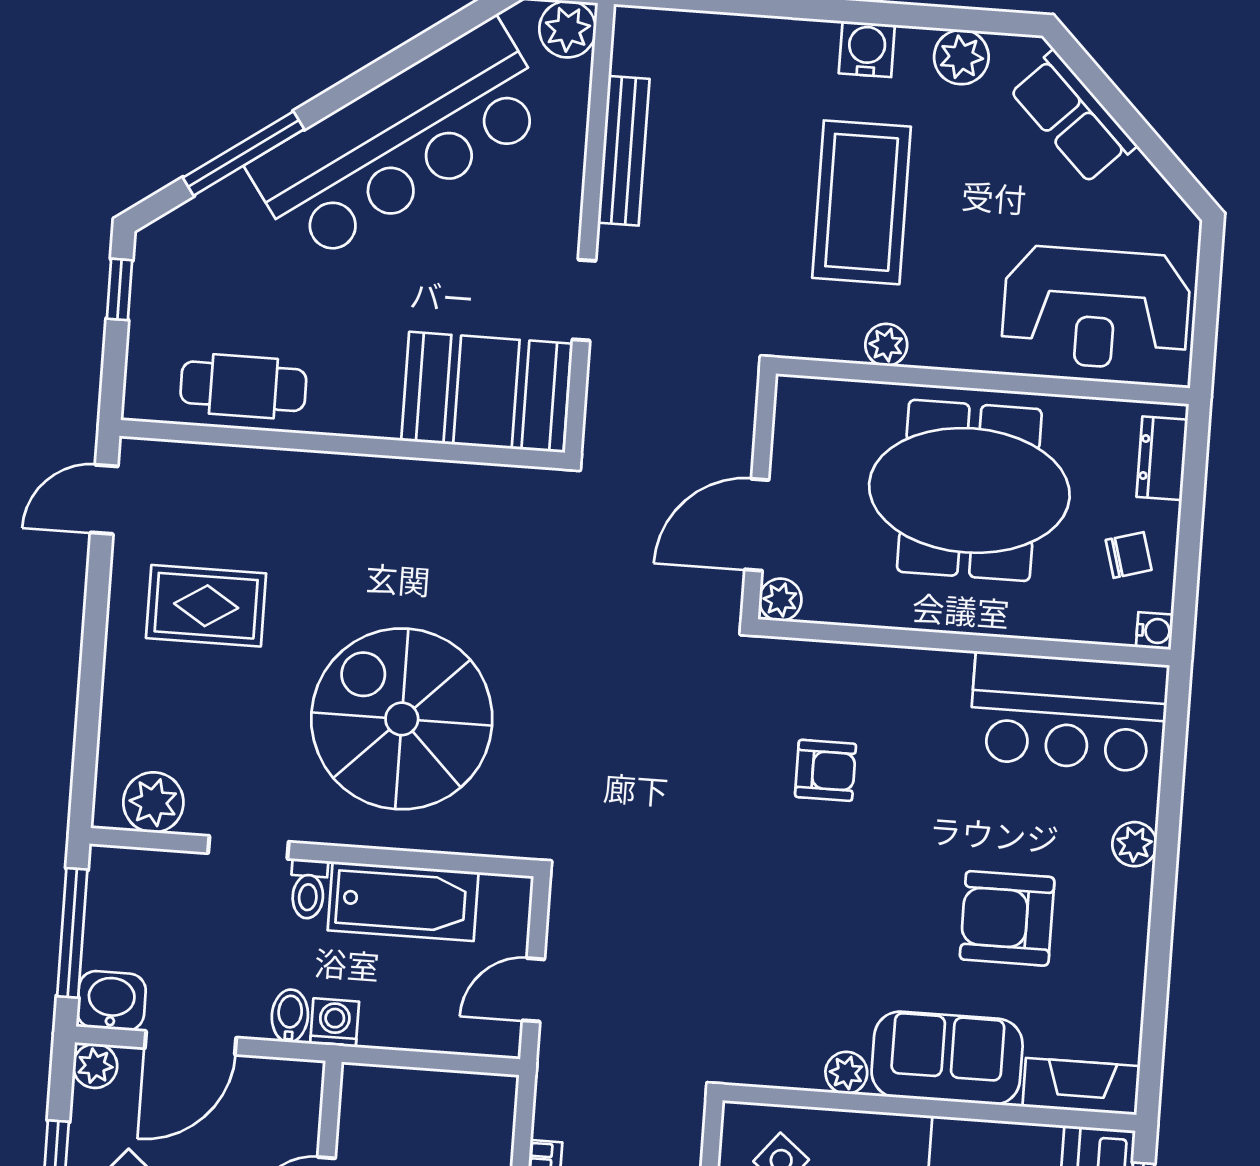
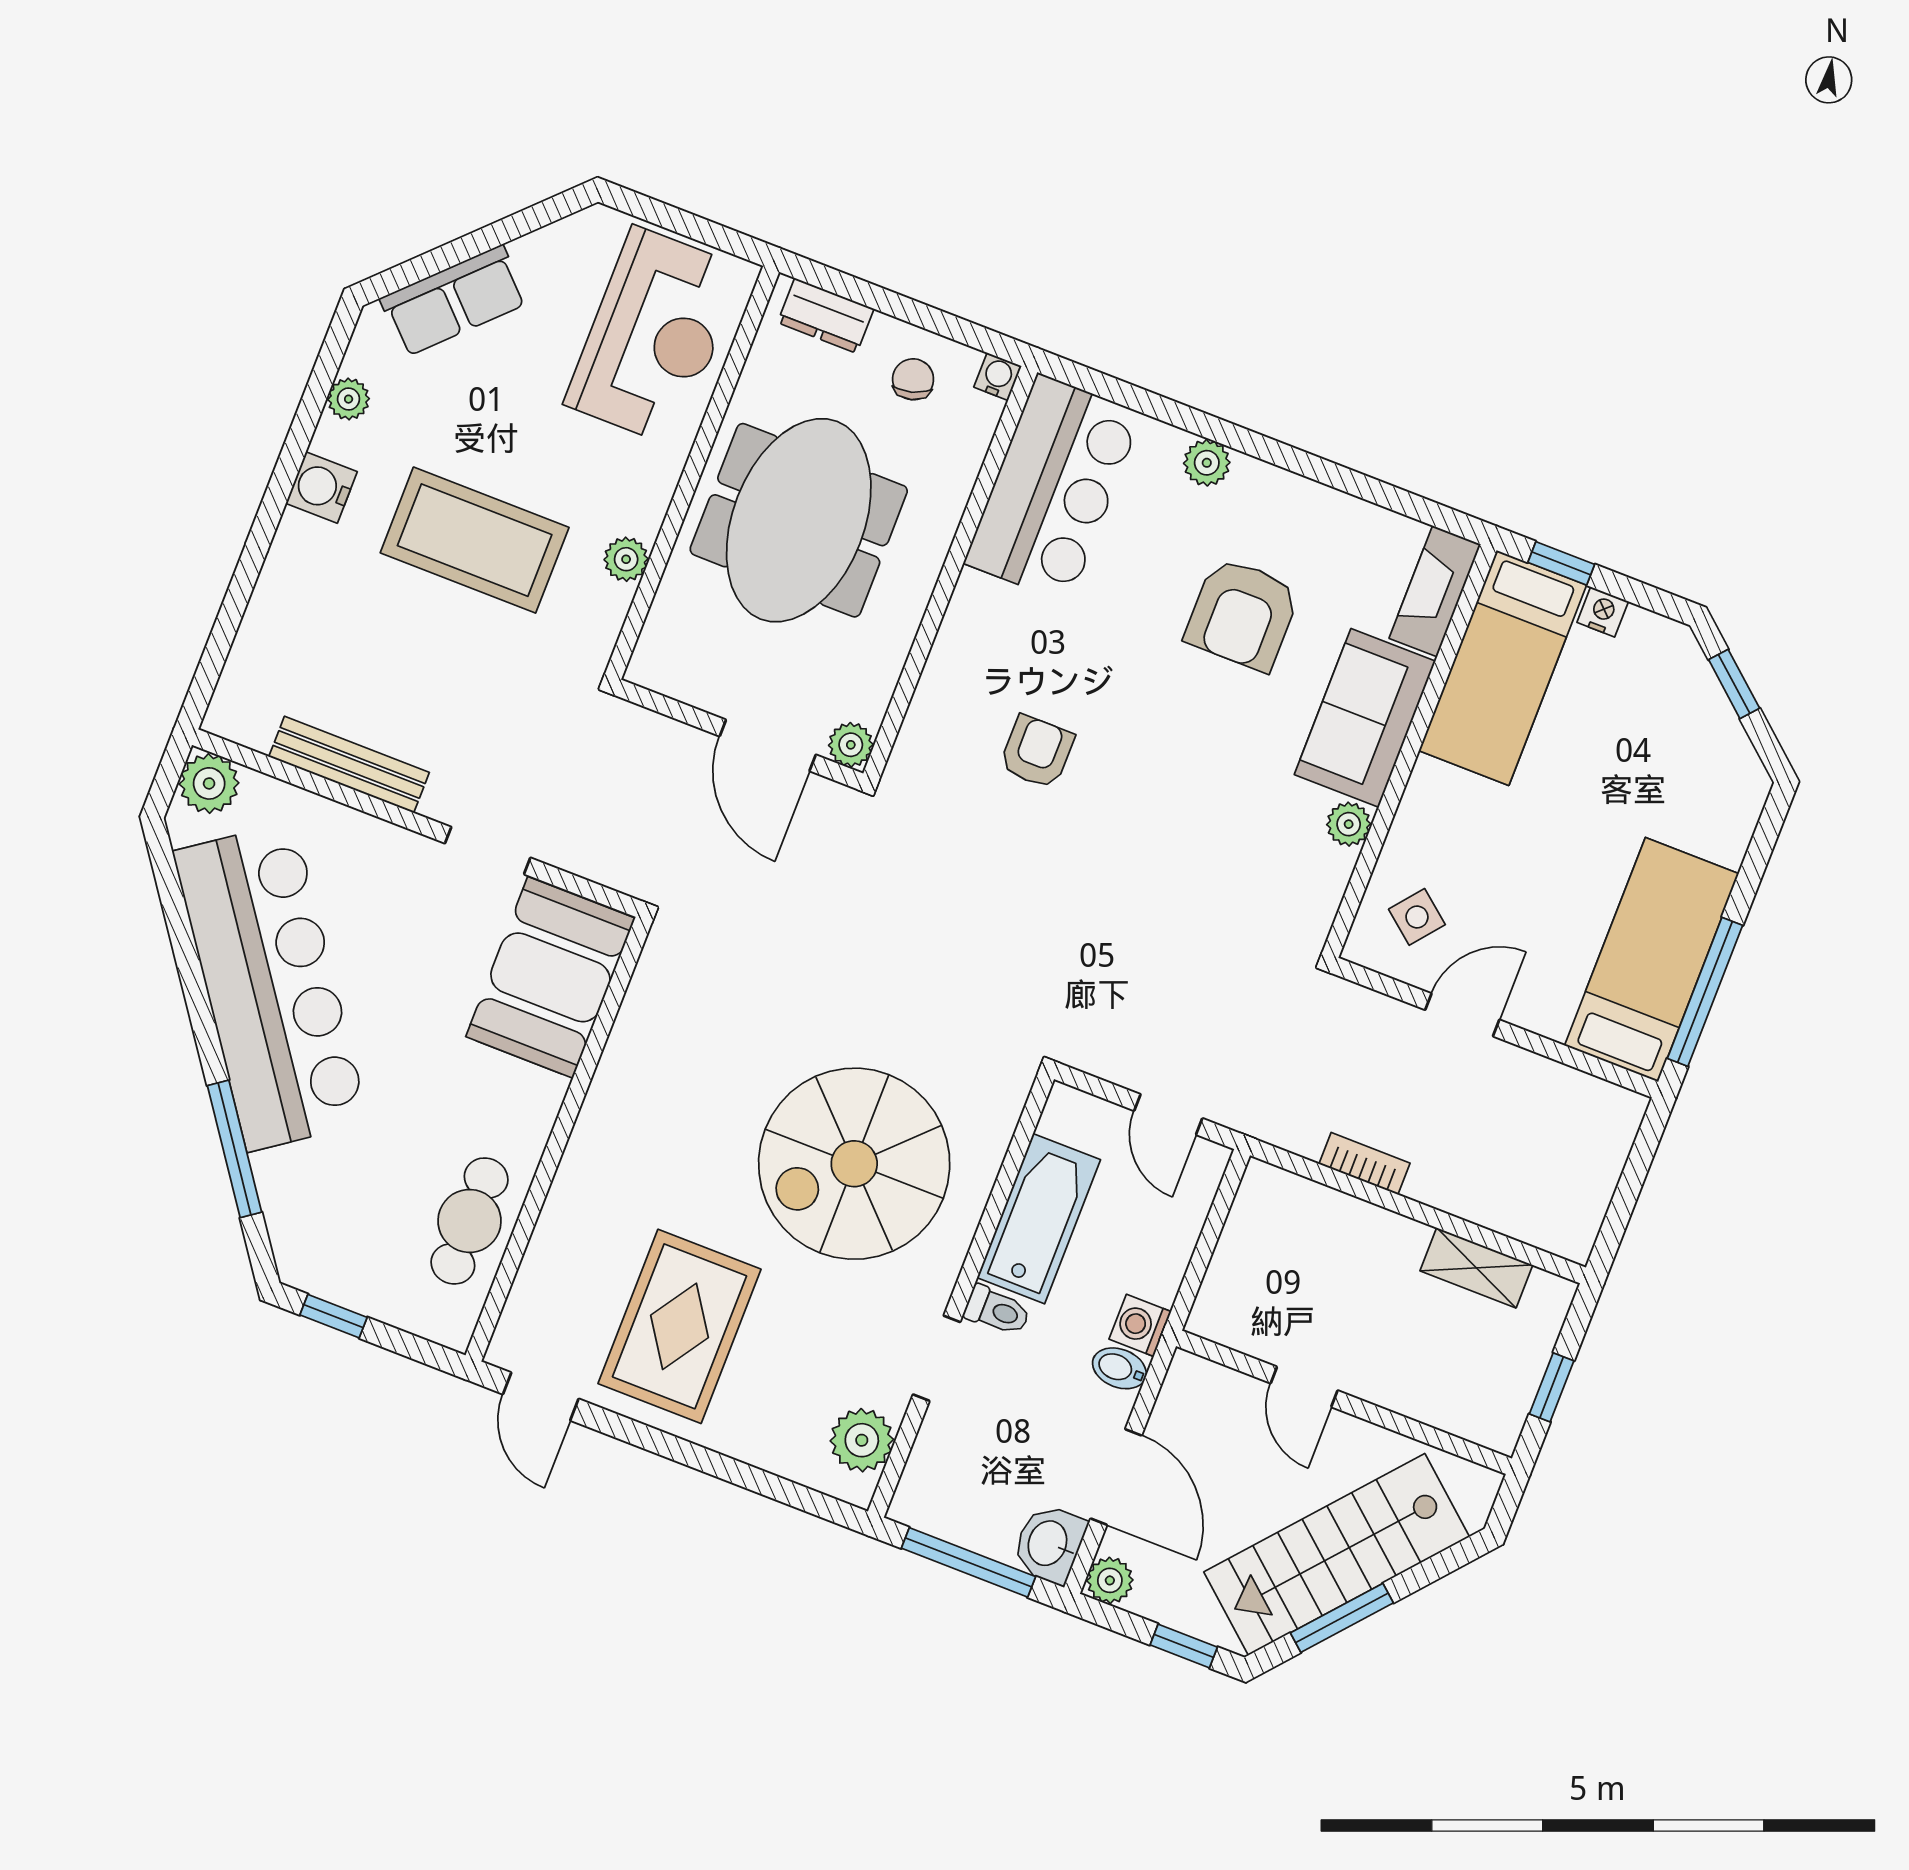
plant: (961, 57) -> (349, 399), width x0.73, depth x0.73
rug: (206, 606) -> (680, 1326), width x1.36, depth x1.43

